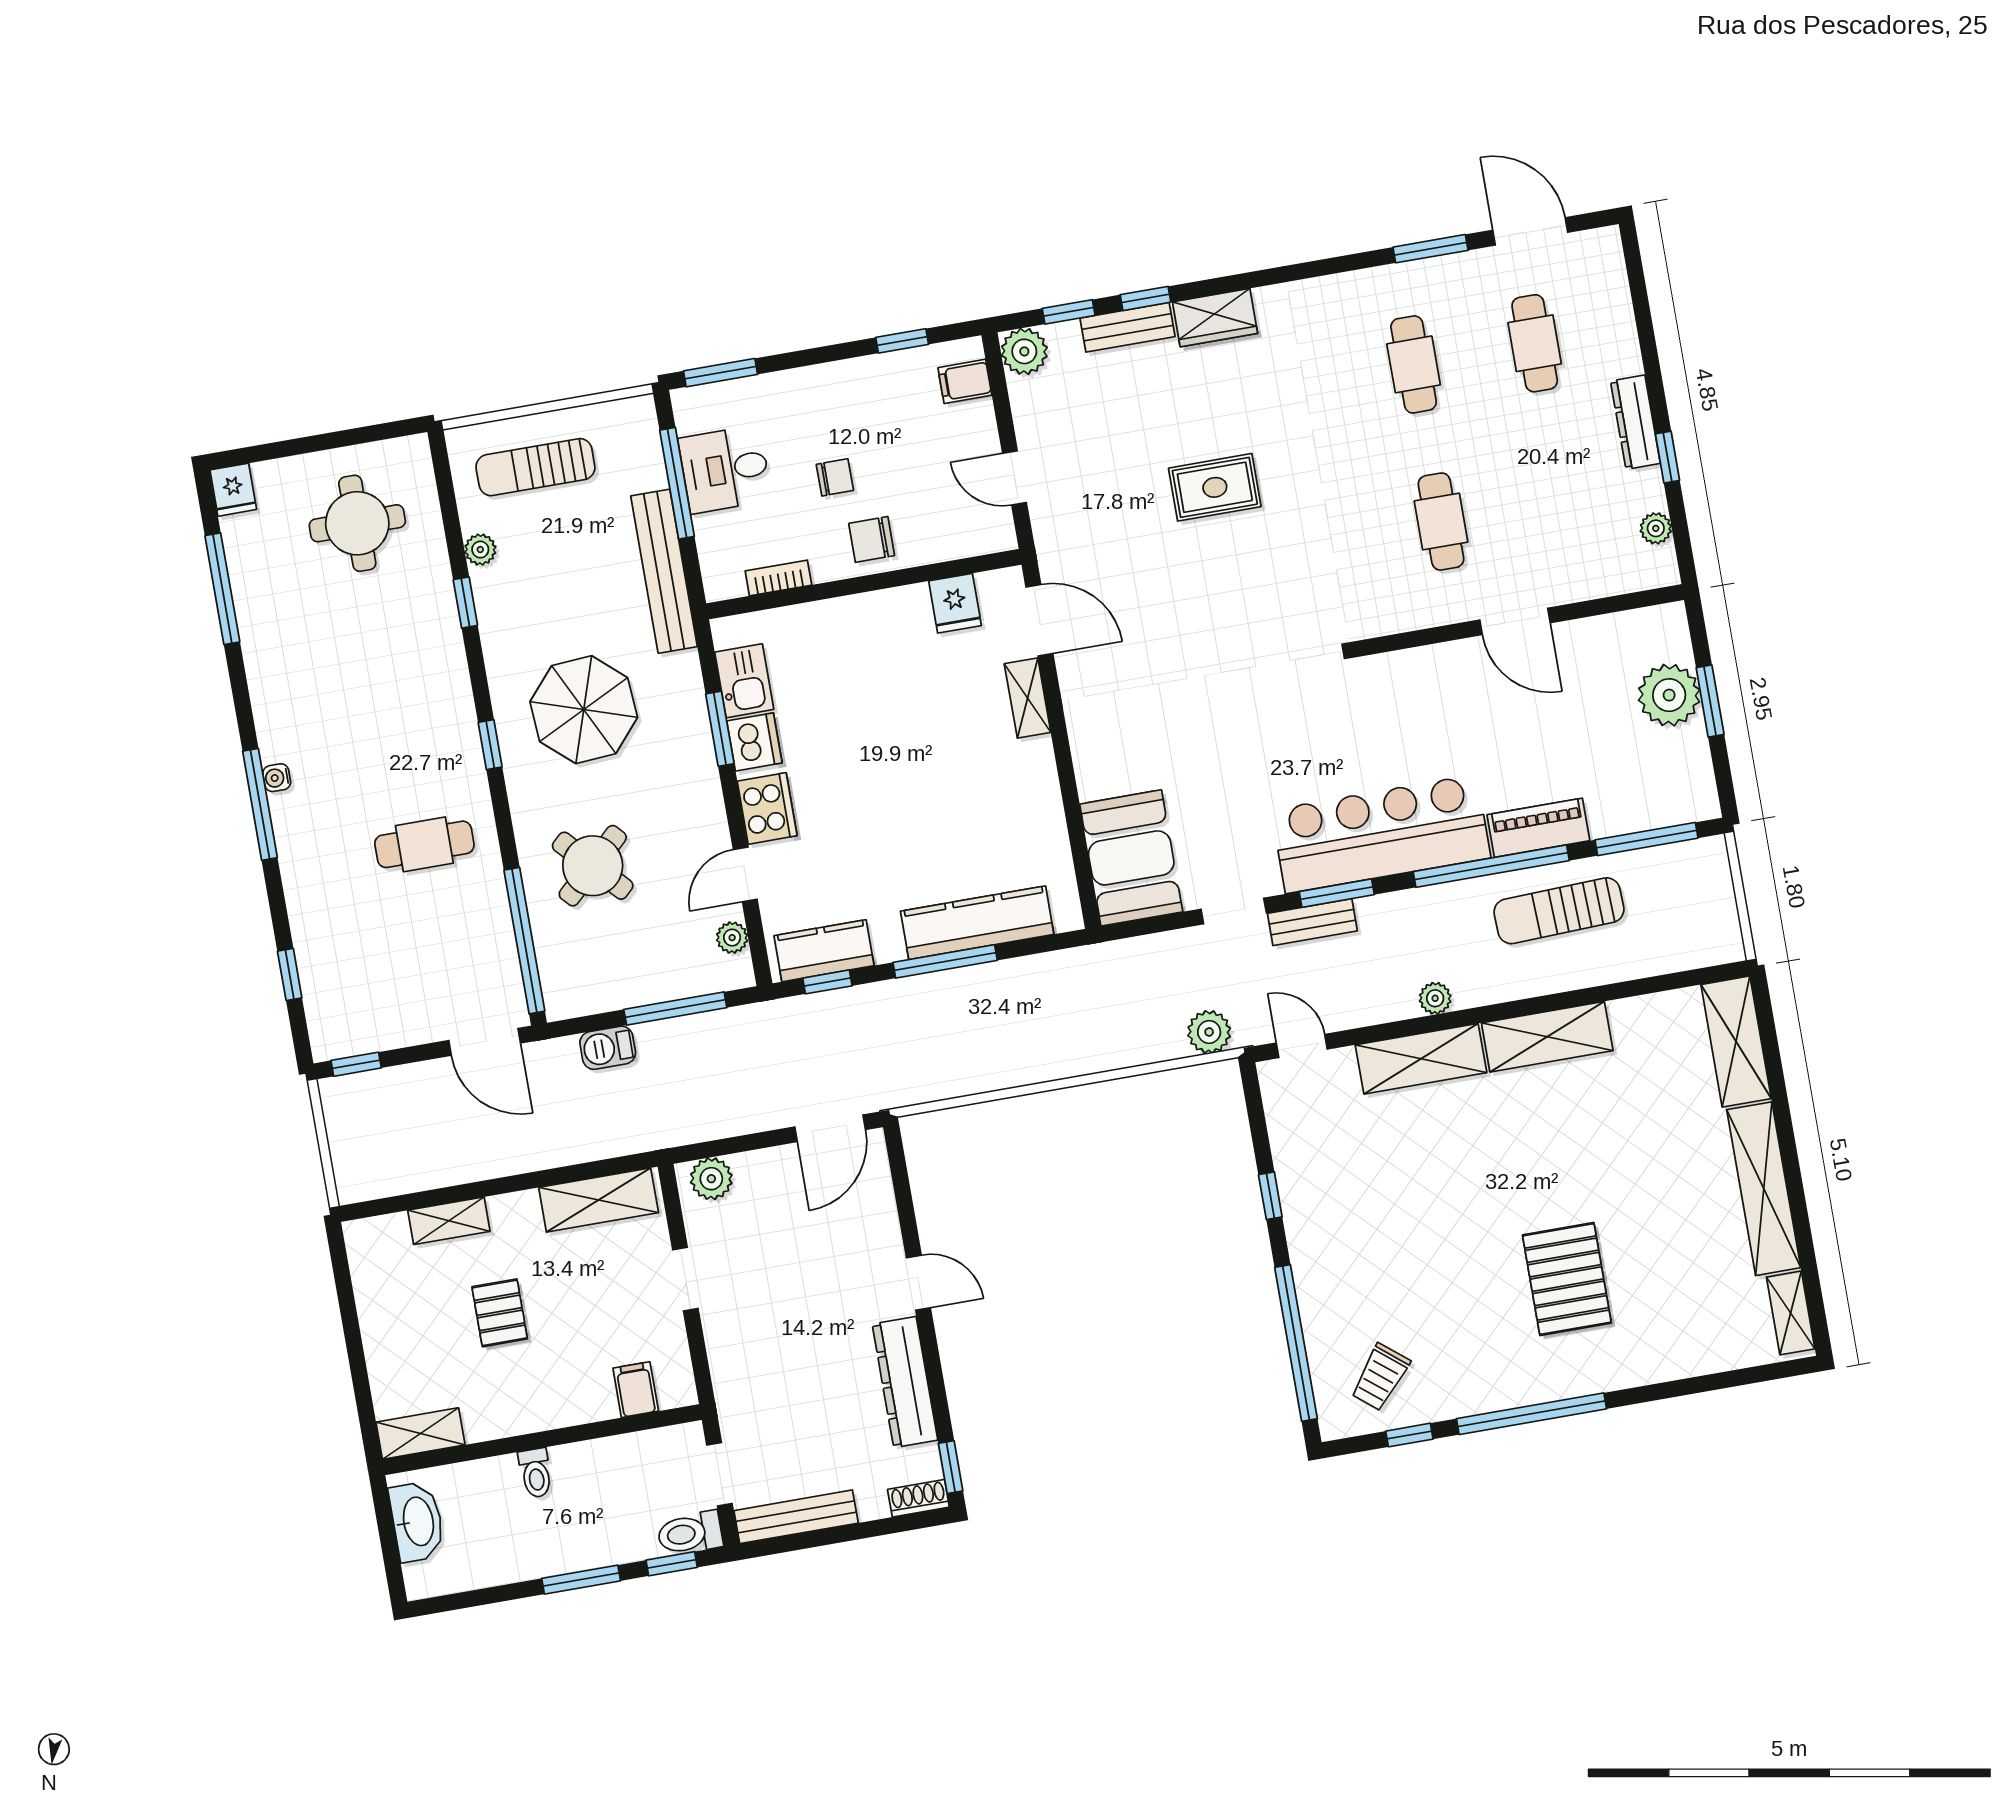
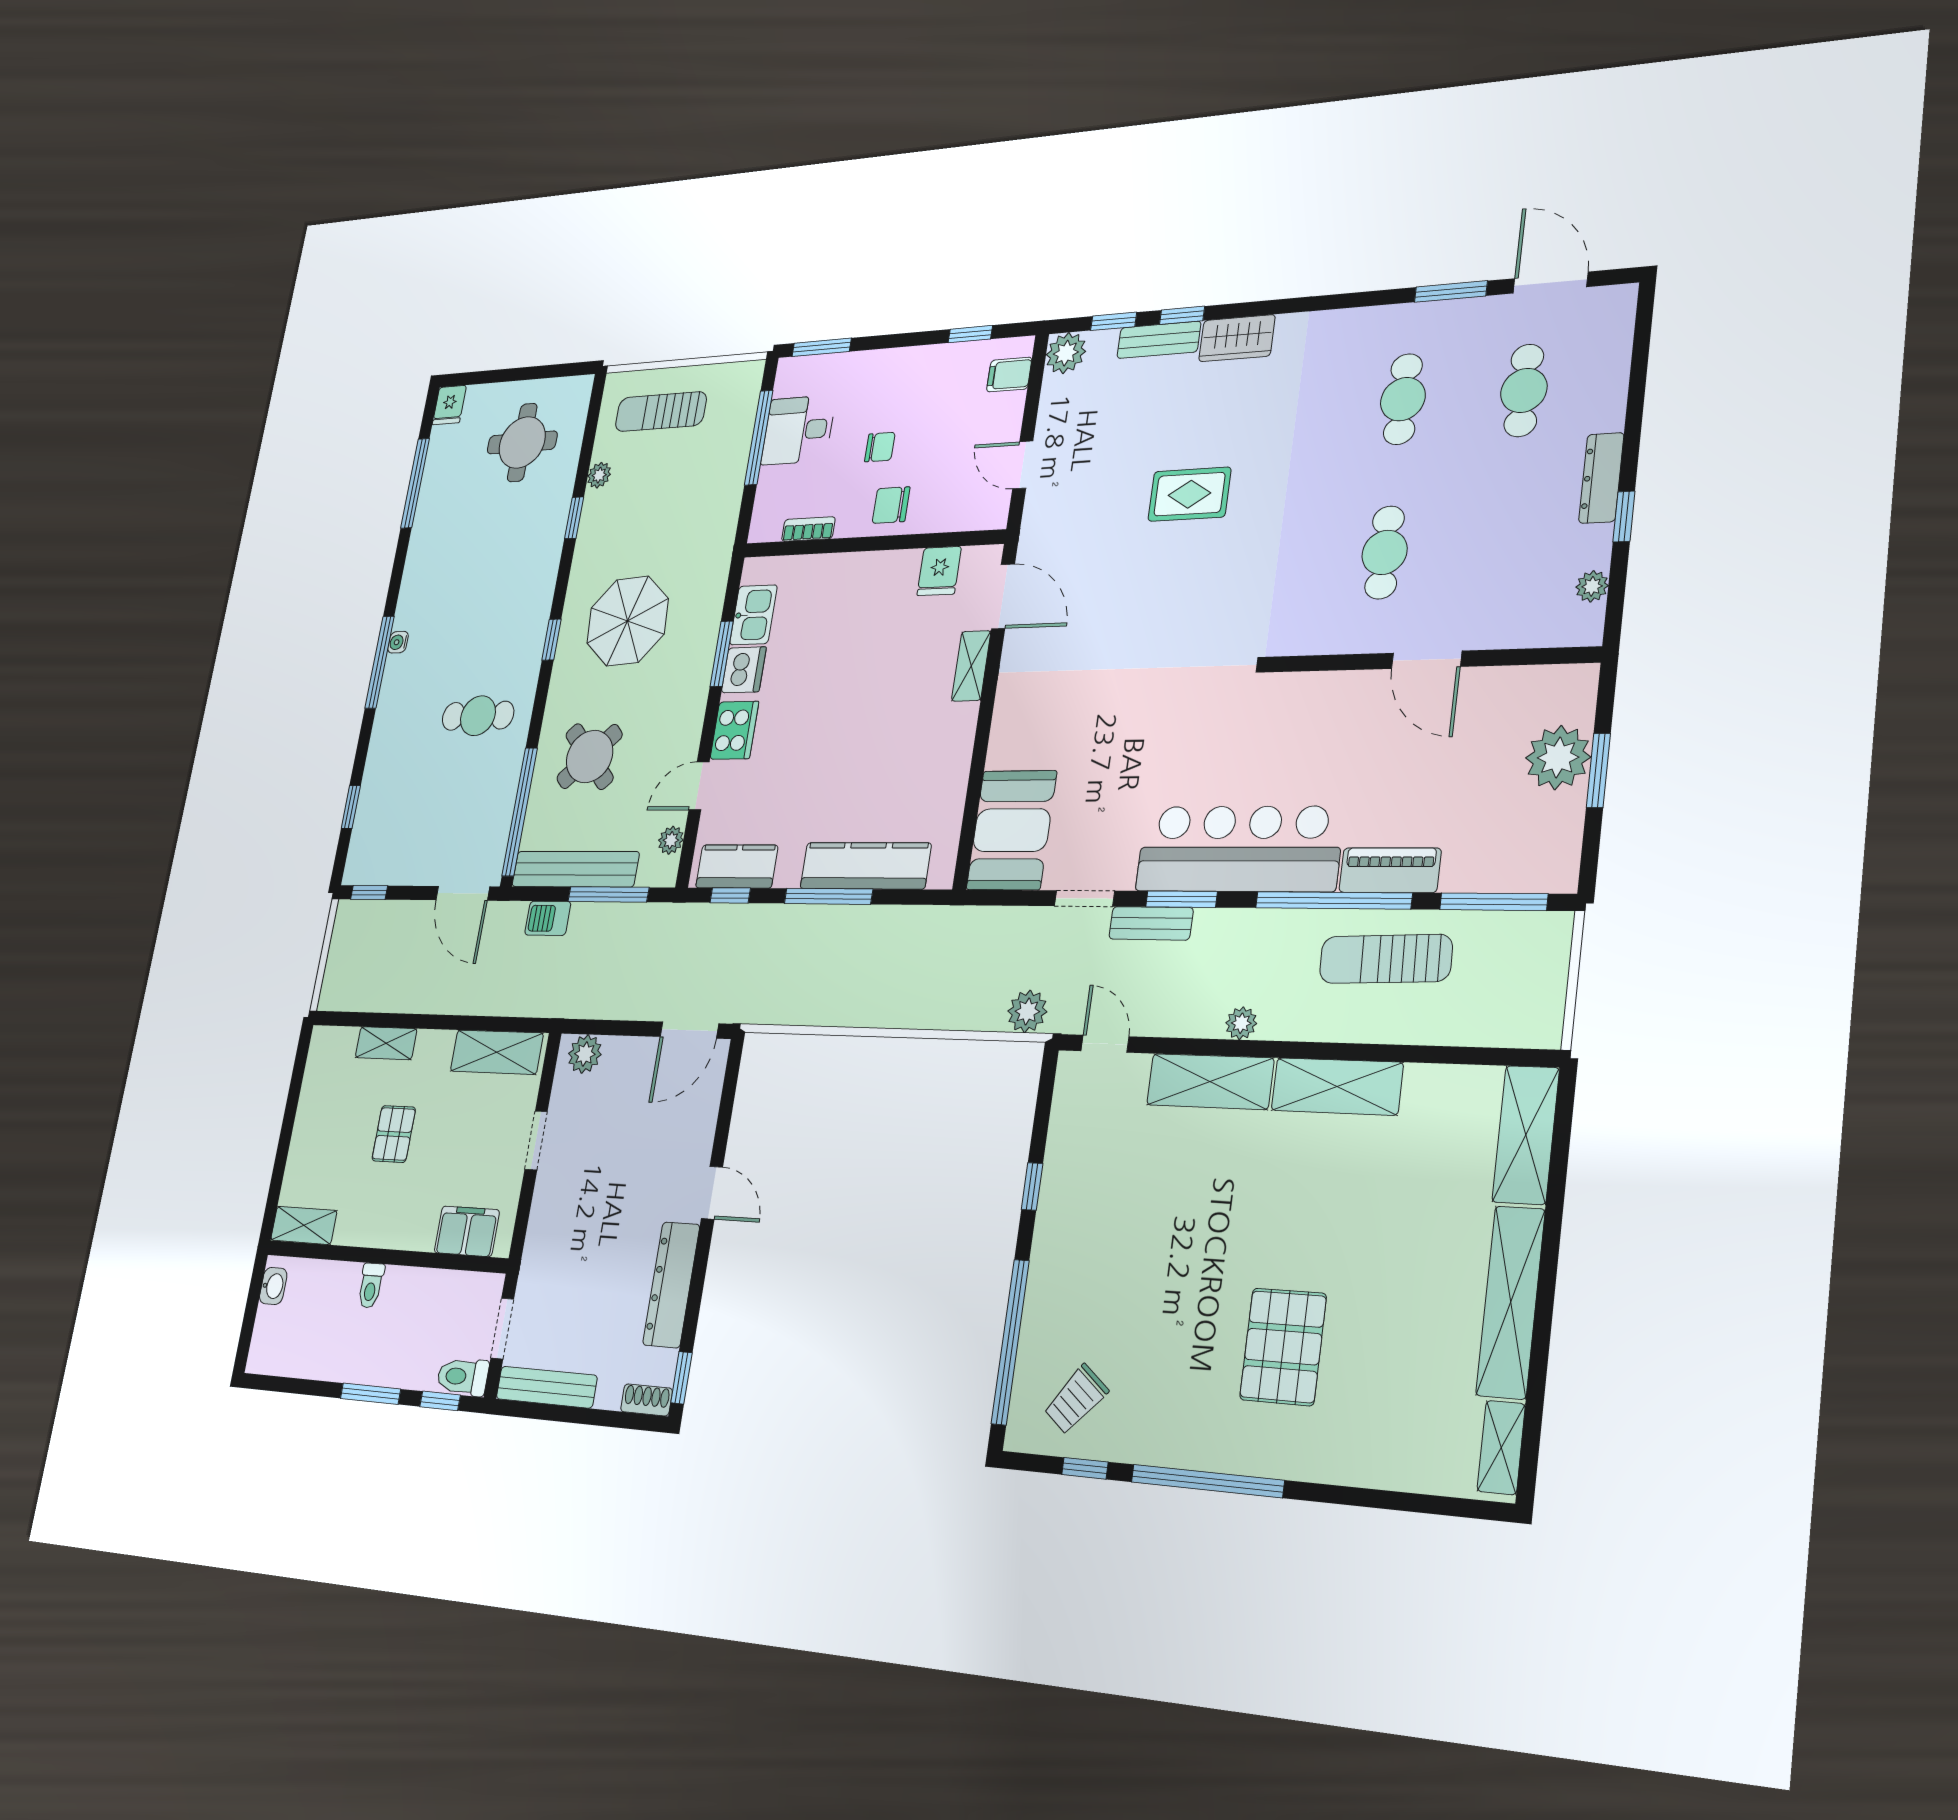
bench: (664, 571) -> (575, 869), moved, turned 90
filing cabinet: (636, 1390) -> (467, 1231), width x2.00
washbasin: (417, 1522) -> (273, 1286), width x0.52, depth x0.69

